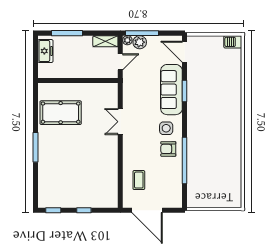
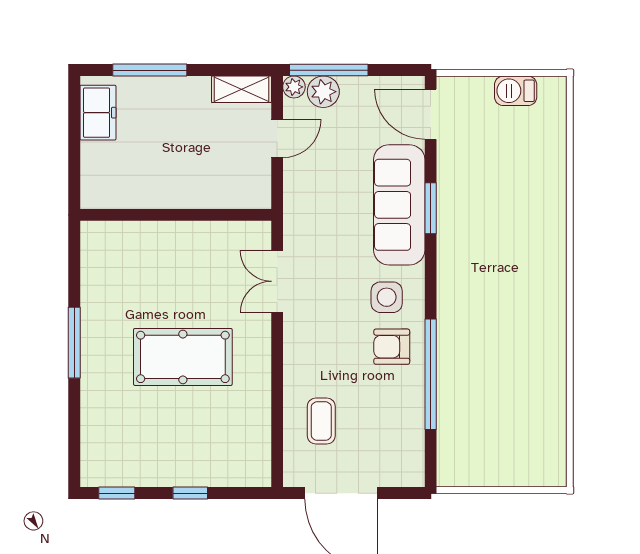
barbecue: (233, 42) -> (516, 91), moved
wall: (78, 80) -> (176, 215), moved
pool table: (61, 113) -> (183, 357), moved

